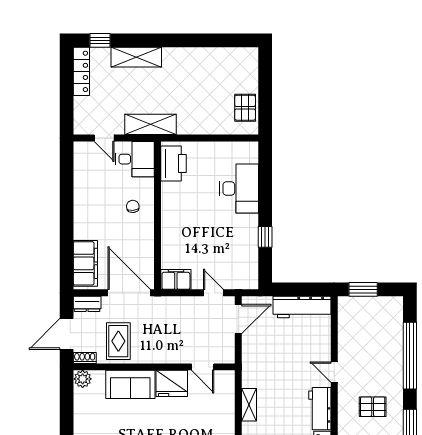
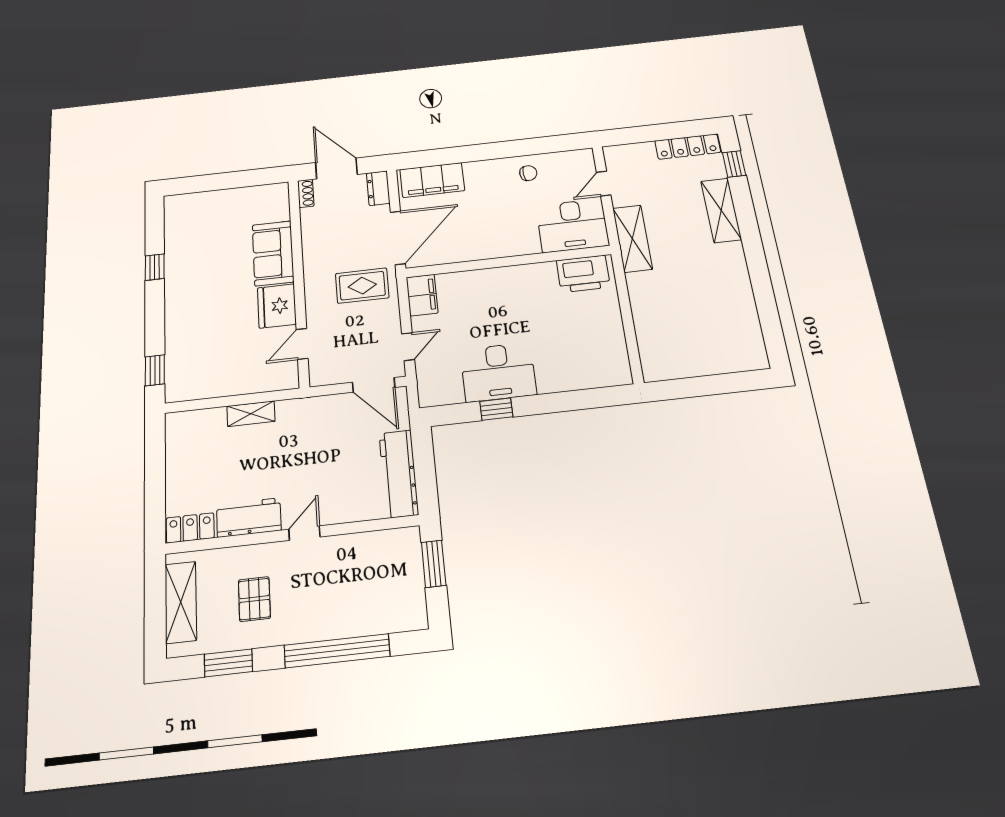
pallet: (245, 108) -> (679, 360), removed
desk: (135, 159) -> (572, 226), width x1.37
desk: (239, 188) -> (498, 372), moved
chair: (133, 206) -> (528, 173), moved
rug: (118, 341) -> (362, 286), moved
plant: (83, 379) -> (278, 194), removed

